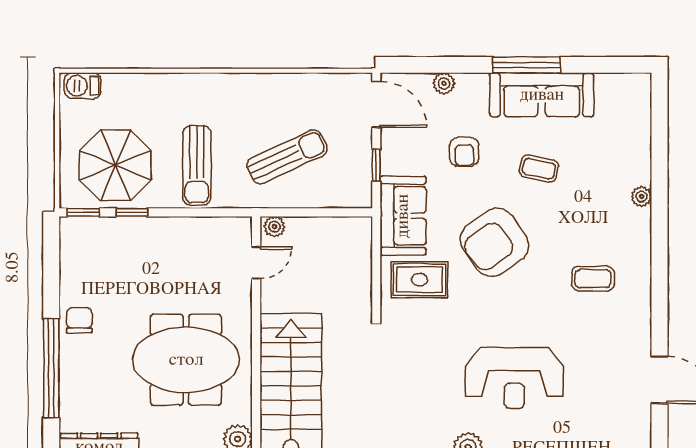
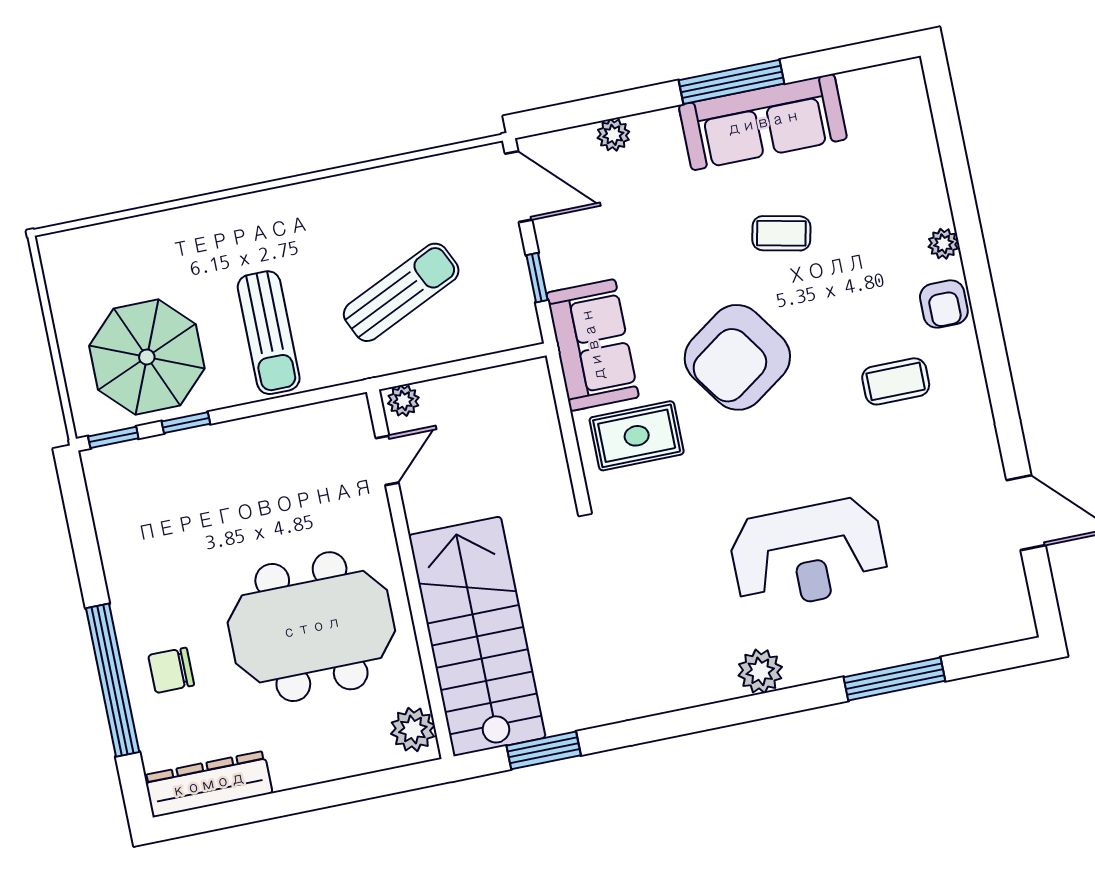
barbecue: (83, 86) -> (74, 248), removed
armchair: (464, 152) -> (944, 304), moved
chair: (79, 320) -> (171, 670), moved, turned -90

